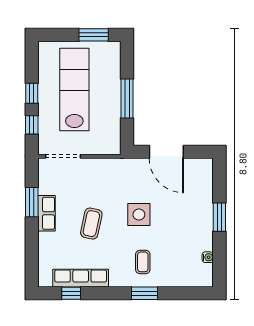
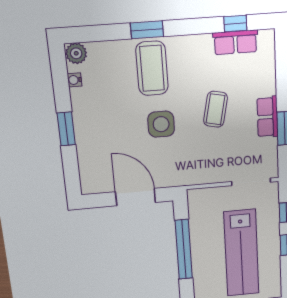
window: (127, 98) -> (184, 249), width x1.46
coffee table: (143, 262) -> (152, 68), width x1.86, depth x1.72
row of seats: (81, 278) -> (235, 42), width x0.68
plant: (204, 279) -> (76, 53), added

